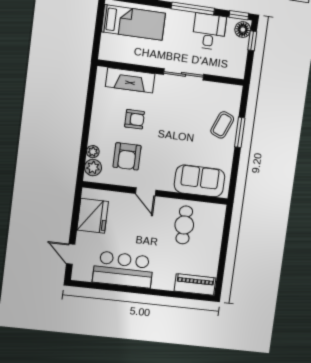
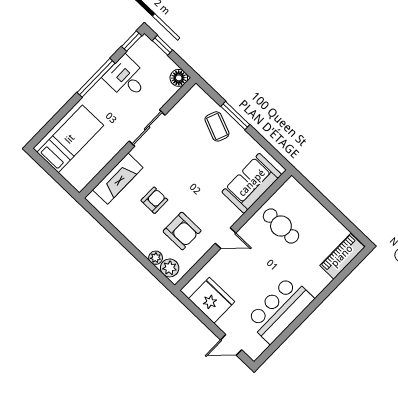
floor lamp: (243, 30) -> (179, 78), moved

